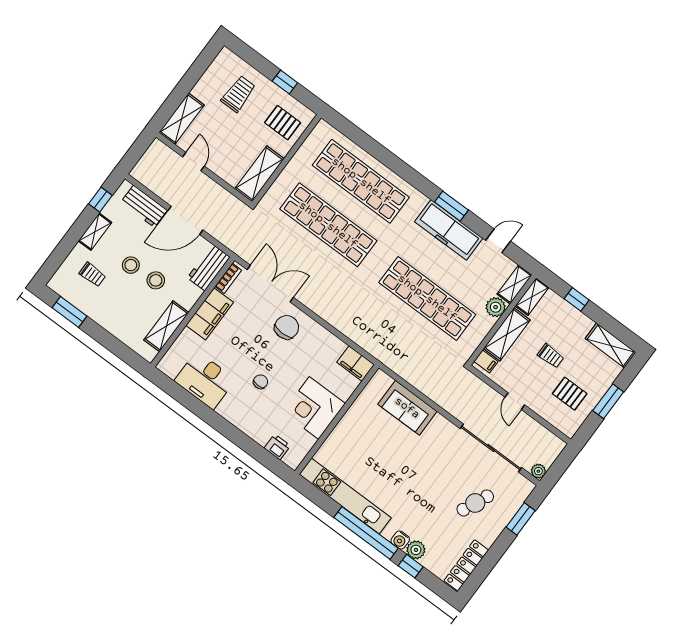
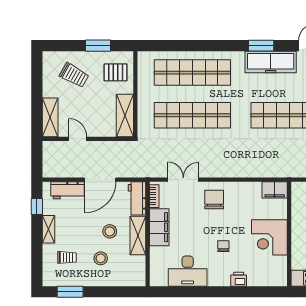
window: (285, 82) -> (98, 46), width x1.50
trolley: (238, 94) -> (74, 75), turned 119
stool: (131, 265) -> (101, 258), moved
double door: (270, 284) -> (183, 180), width x0.73
shelving: (166, 326) -> (138, 236), moved
printer: (277, 447) -> (239, 279), moved

